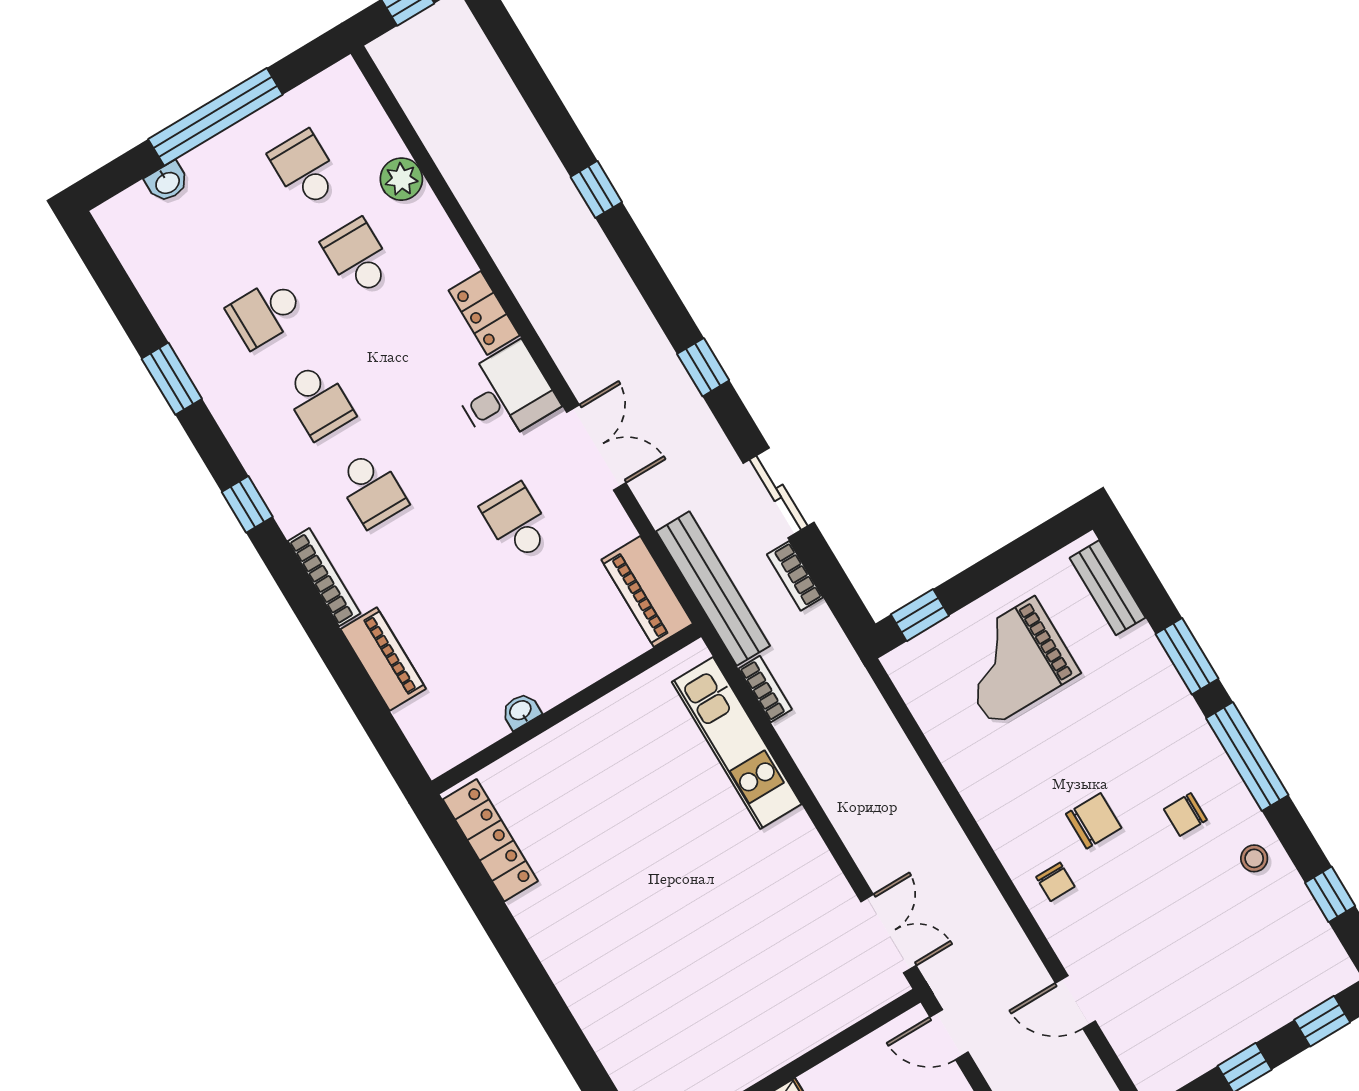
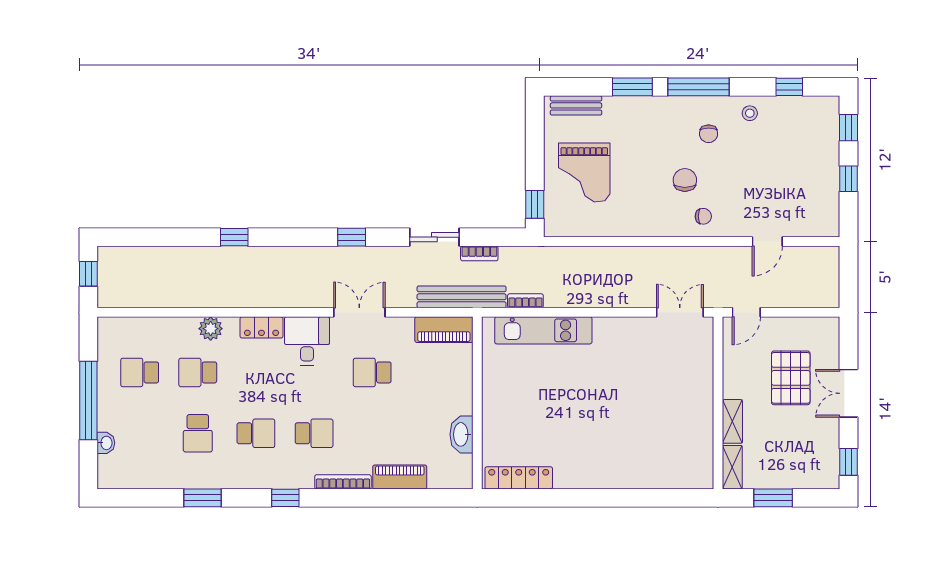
plant: (401, 179) -> (211, 329), moved
washbasin: (521, 711) -> (461, 434), width x1.91, depth x1.45

